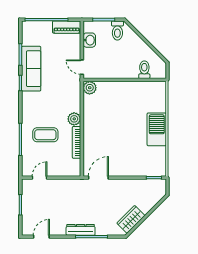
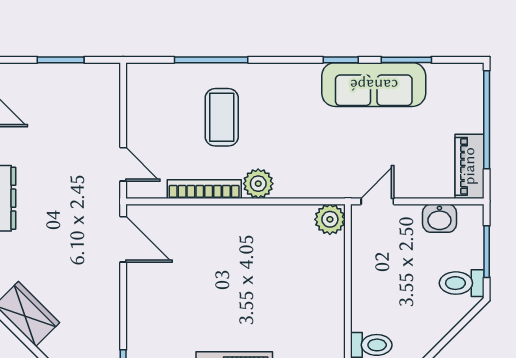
door: (40, 178) -> (123, 164), moved

